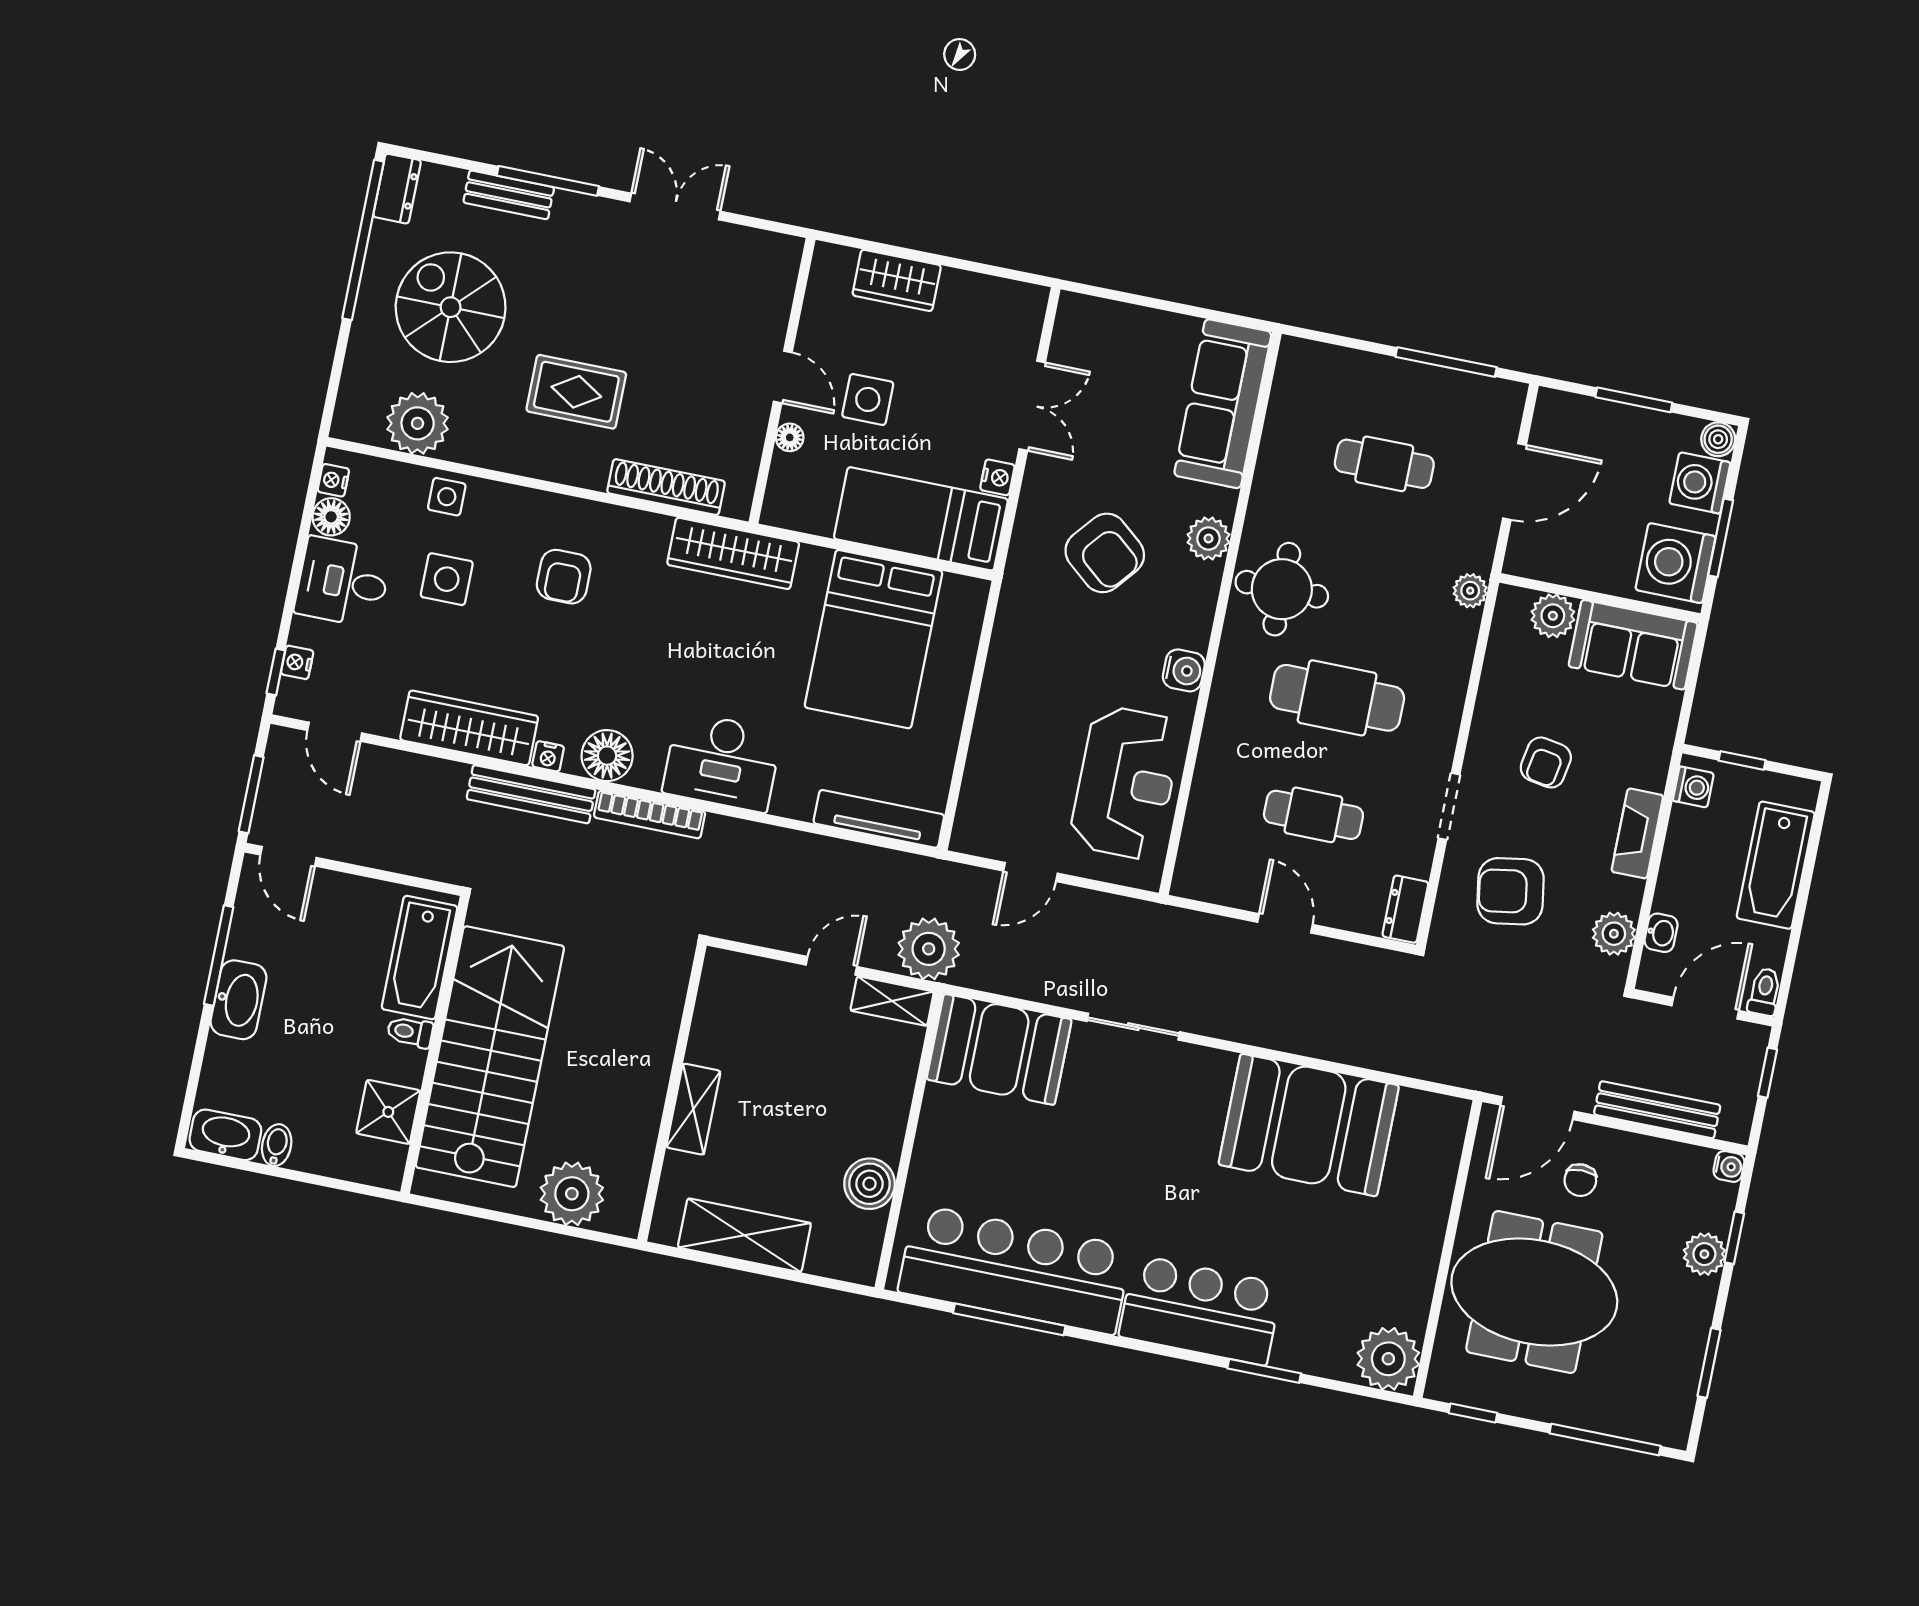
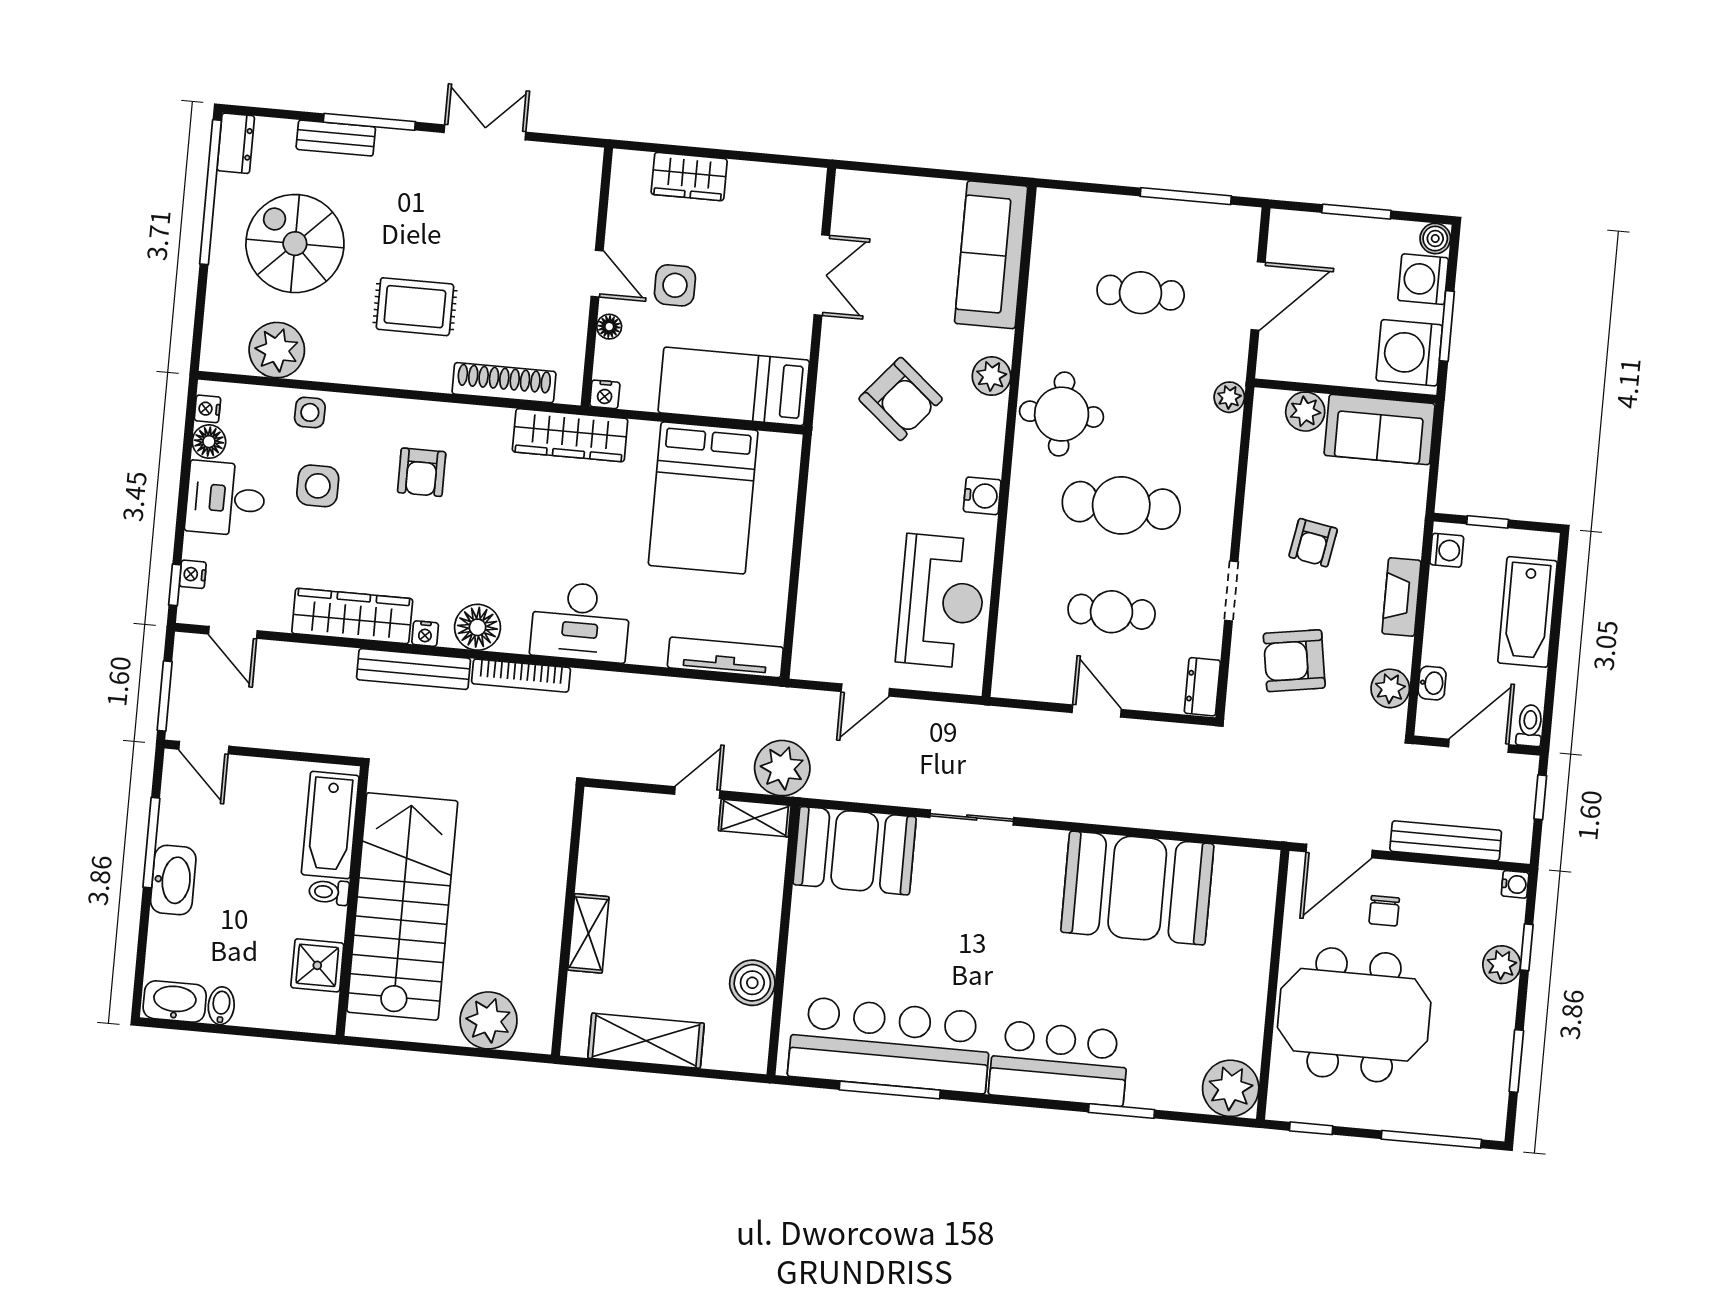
nightstand: (997, 477) -> (605, 394), moved, turned 90

